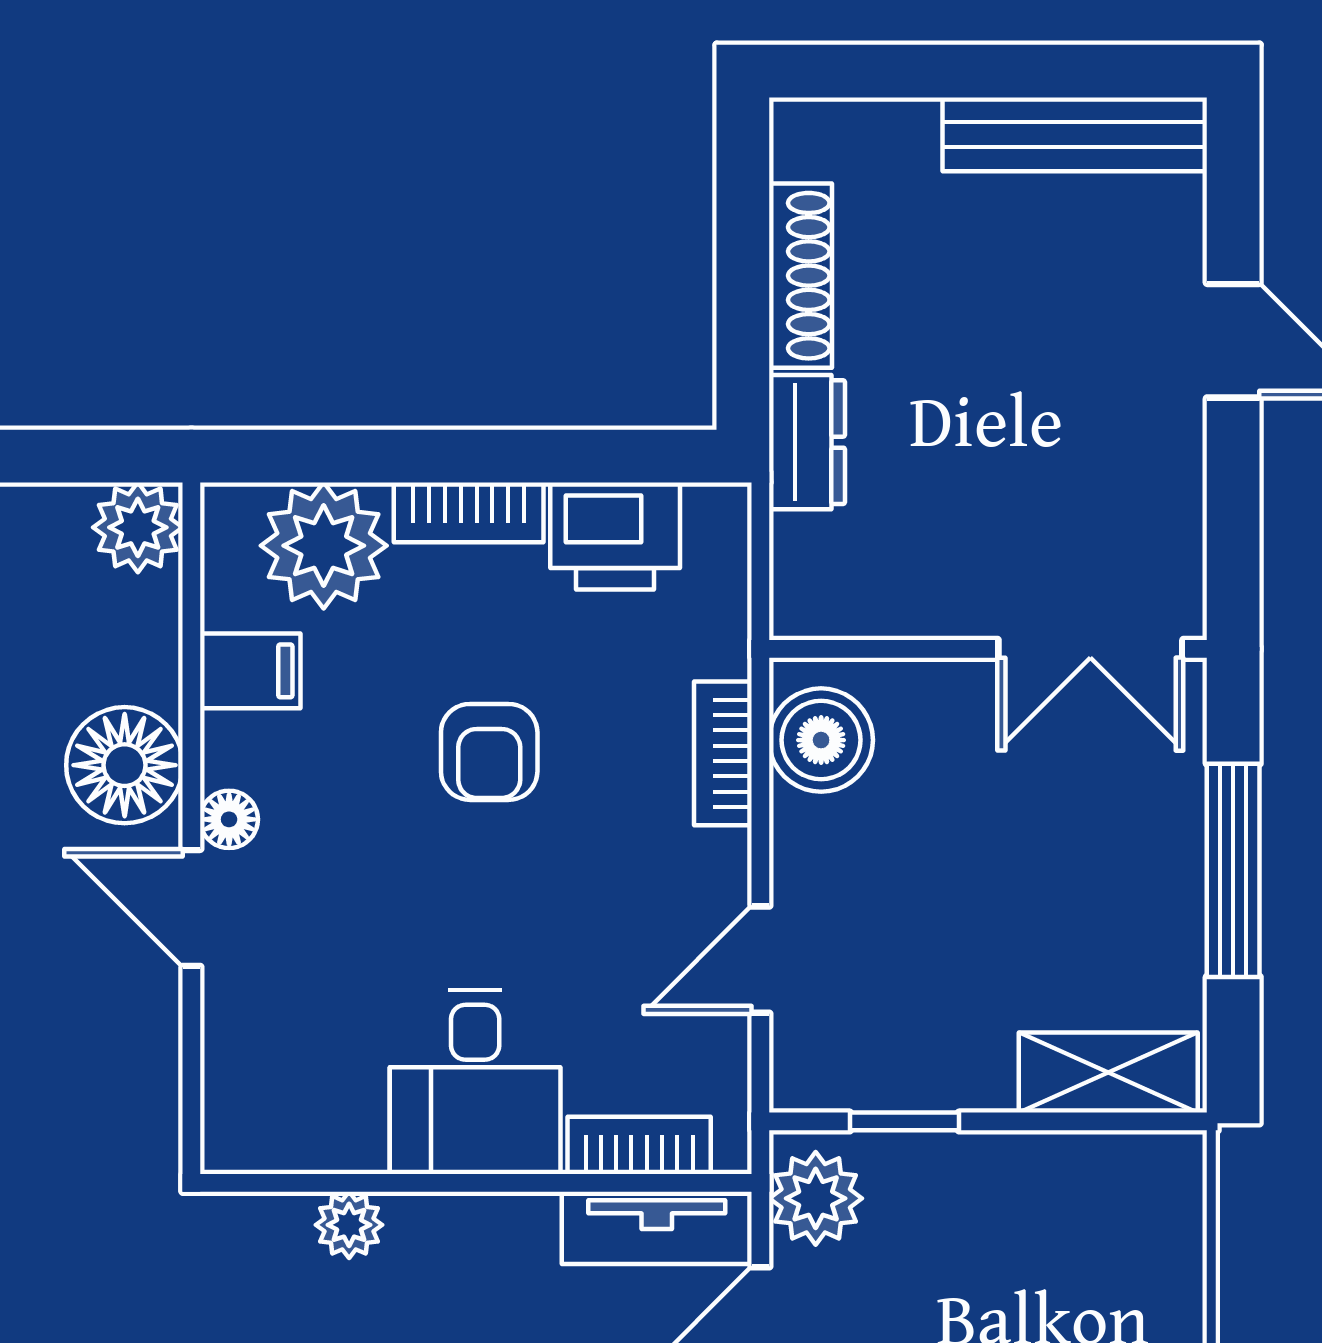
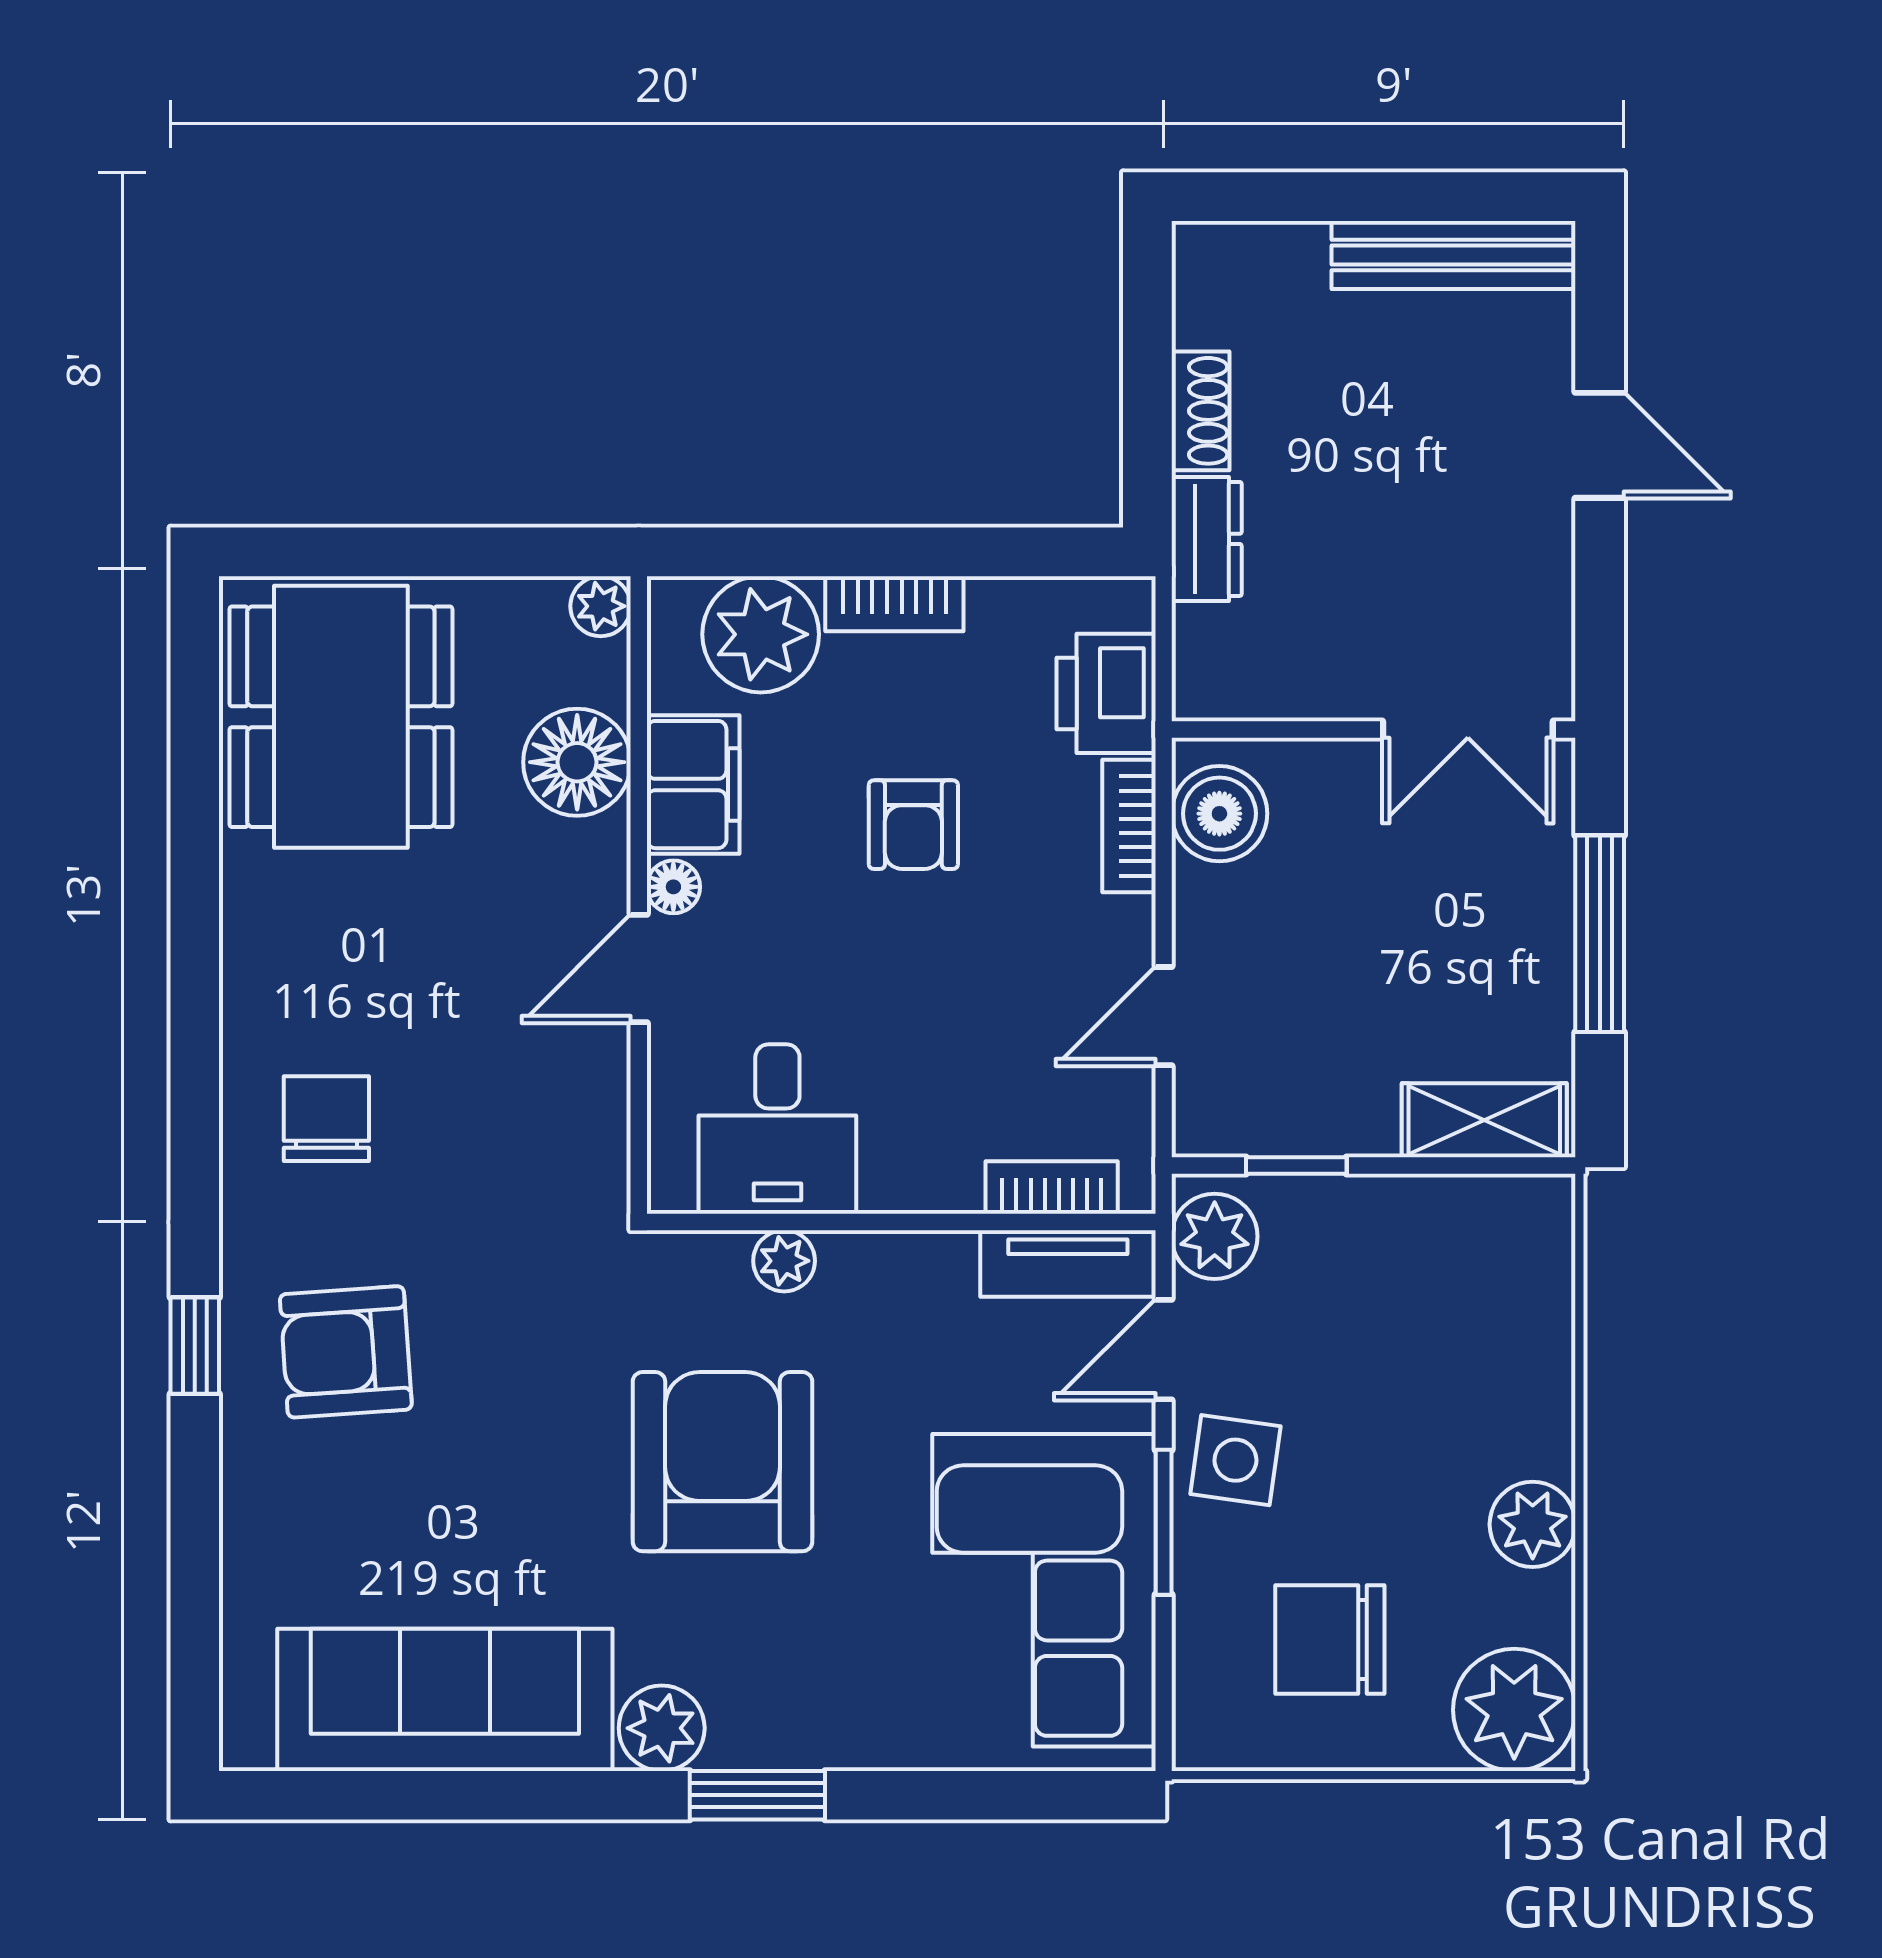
shoe rack: (801, 276) -> (1201, 411), width x0.70
plant: (138, 527) -> (601, 606), width x0.73, depth x0.73
printer: (615, 536) -> (1106, 693), moved, turned 90
filing cabinet: (250, 671) -> (693, 785), width x2.00
floor lamp: (125, 765) -> (577, 762), moved
door: (191, 908) -> (639, 969), hinge flipped
desk: (475, 1082) -> (777, 1129), moved

